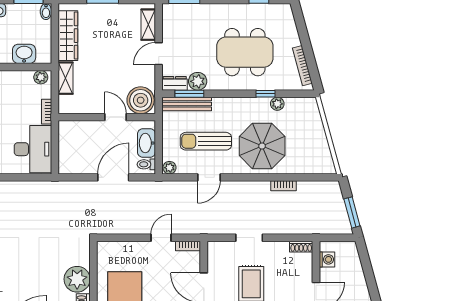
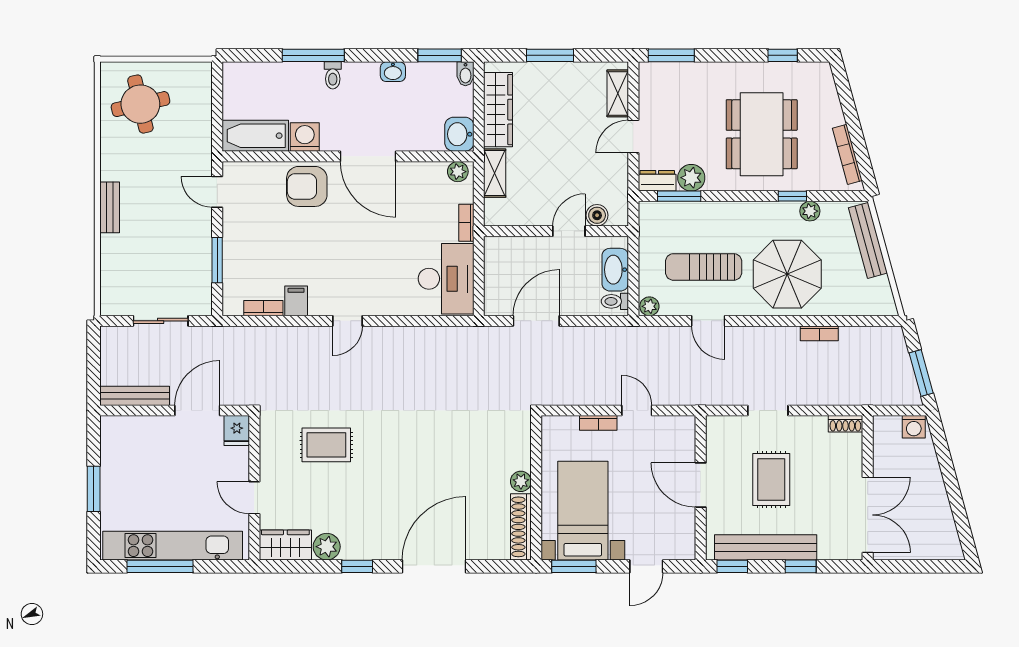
dining table: (245, 52) -> (762, 134), turned 90
washbasin: (24, 54) -> (459, 134), moved, turned -90
boiler: (141, 100) -> (597, 215), width x0.54, depth x0.54
bench: (187, 104) -> (868, 240), moved, turned 75
door: (115, 117) -> (569, 231), hinge flipped
door: (113, 177) -> (536, 321), moved
door: (209, 177) -> (708, 321), hinge flipped
door: (161, 238) -> (637, 411), hinge flipped
bookcase: (188, 246) -> (598, 423), moved
washing machine: (327, 259) -> (914, 427), moved, turned 90
plant: (77, 279) -> (521, 481), width x0.53, depth x0.53

